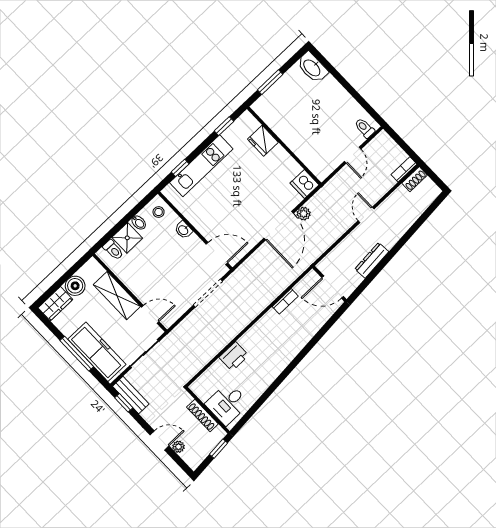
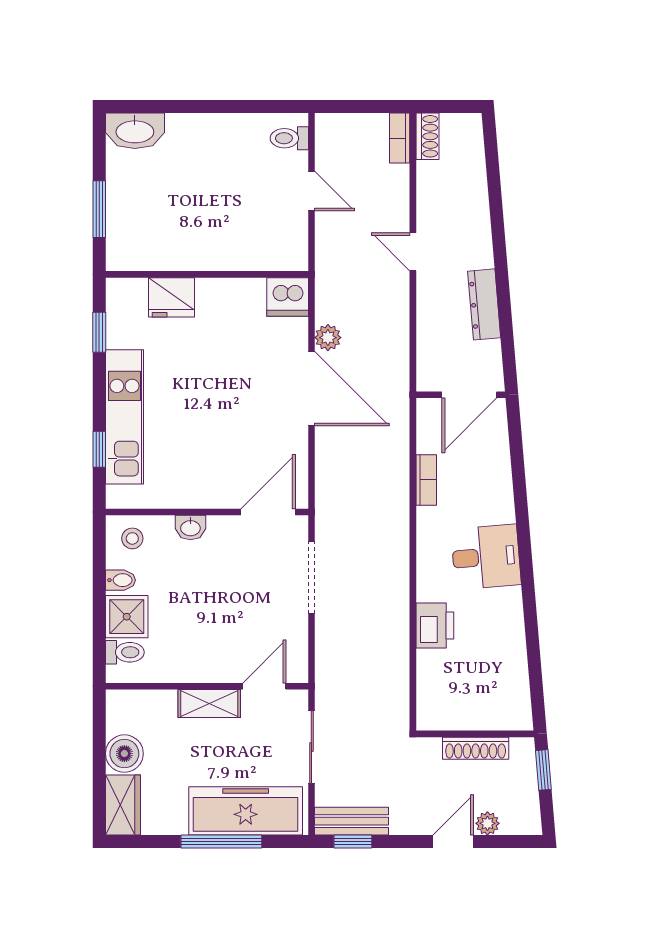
shelving: (117, 296) -> (209, 704), width x0.67, depth x0.75
desk: (227, 404) -> (486, 557), moved, turned -95

